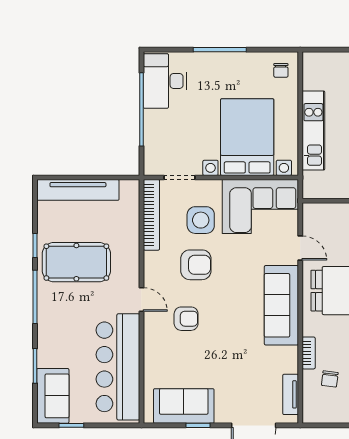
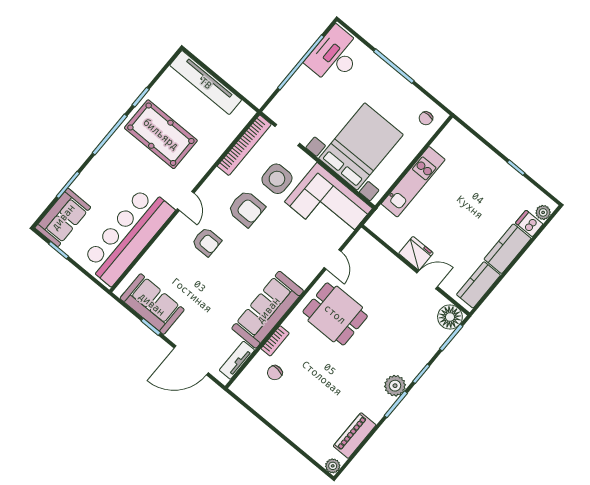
sofa: (281, 305) -> (268, 310), moved

